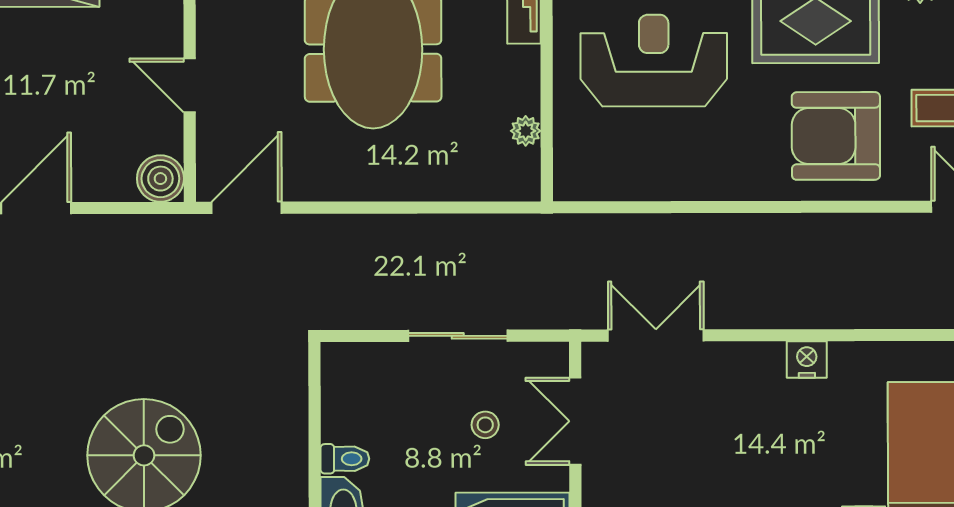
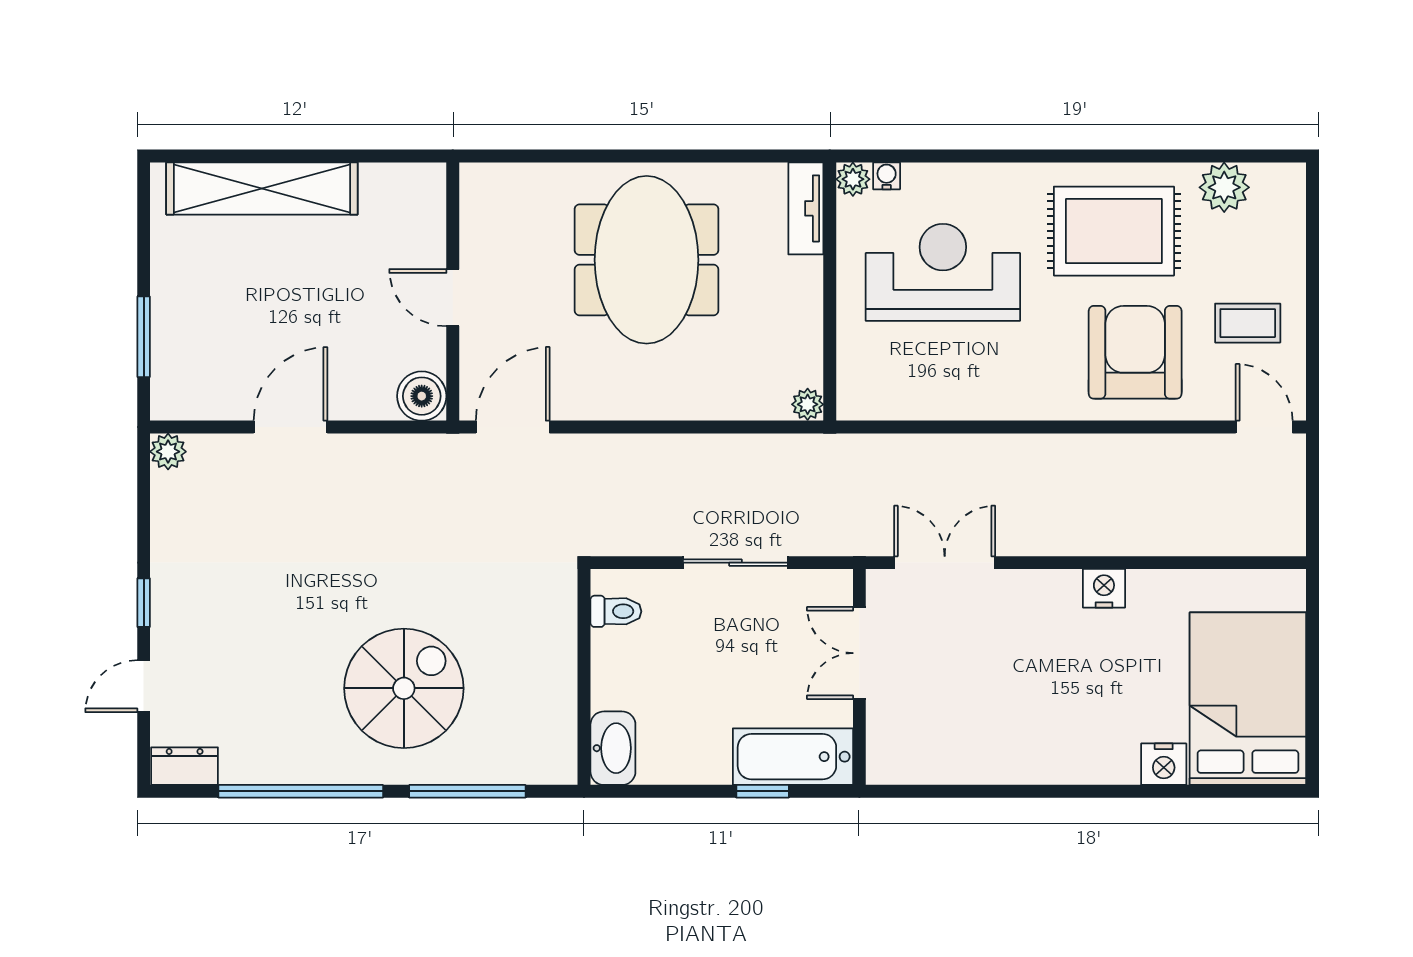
plant: (526, 131) -> (808, 404), moved
armchair: (836, 136) -> (1135, 352), turned 90
stool: (485, 425) -> (764, 657), removed
toilet: (345, 459) -> (616, 611), moved

